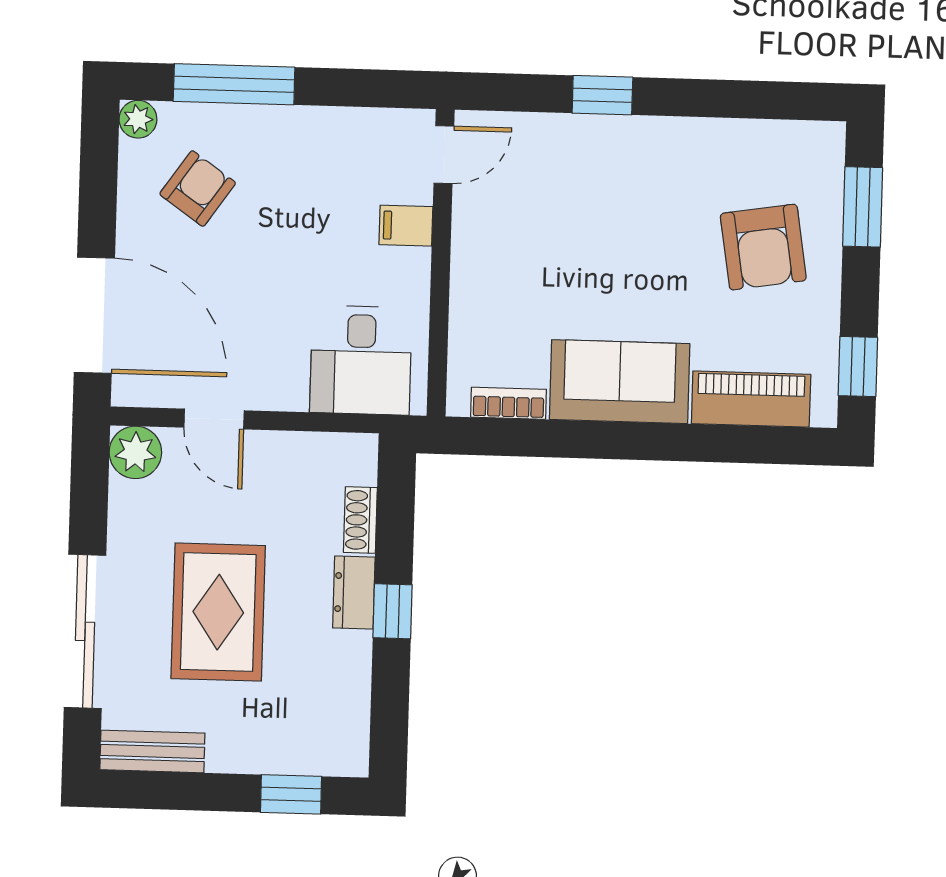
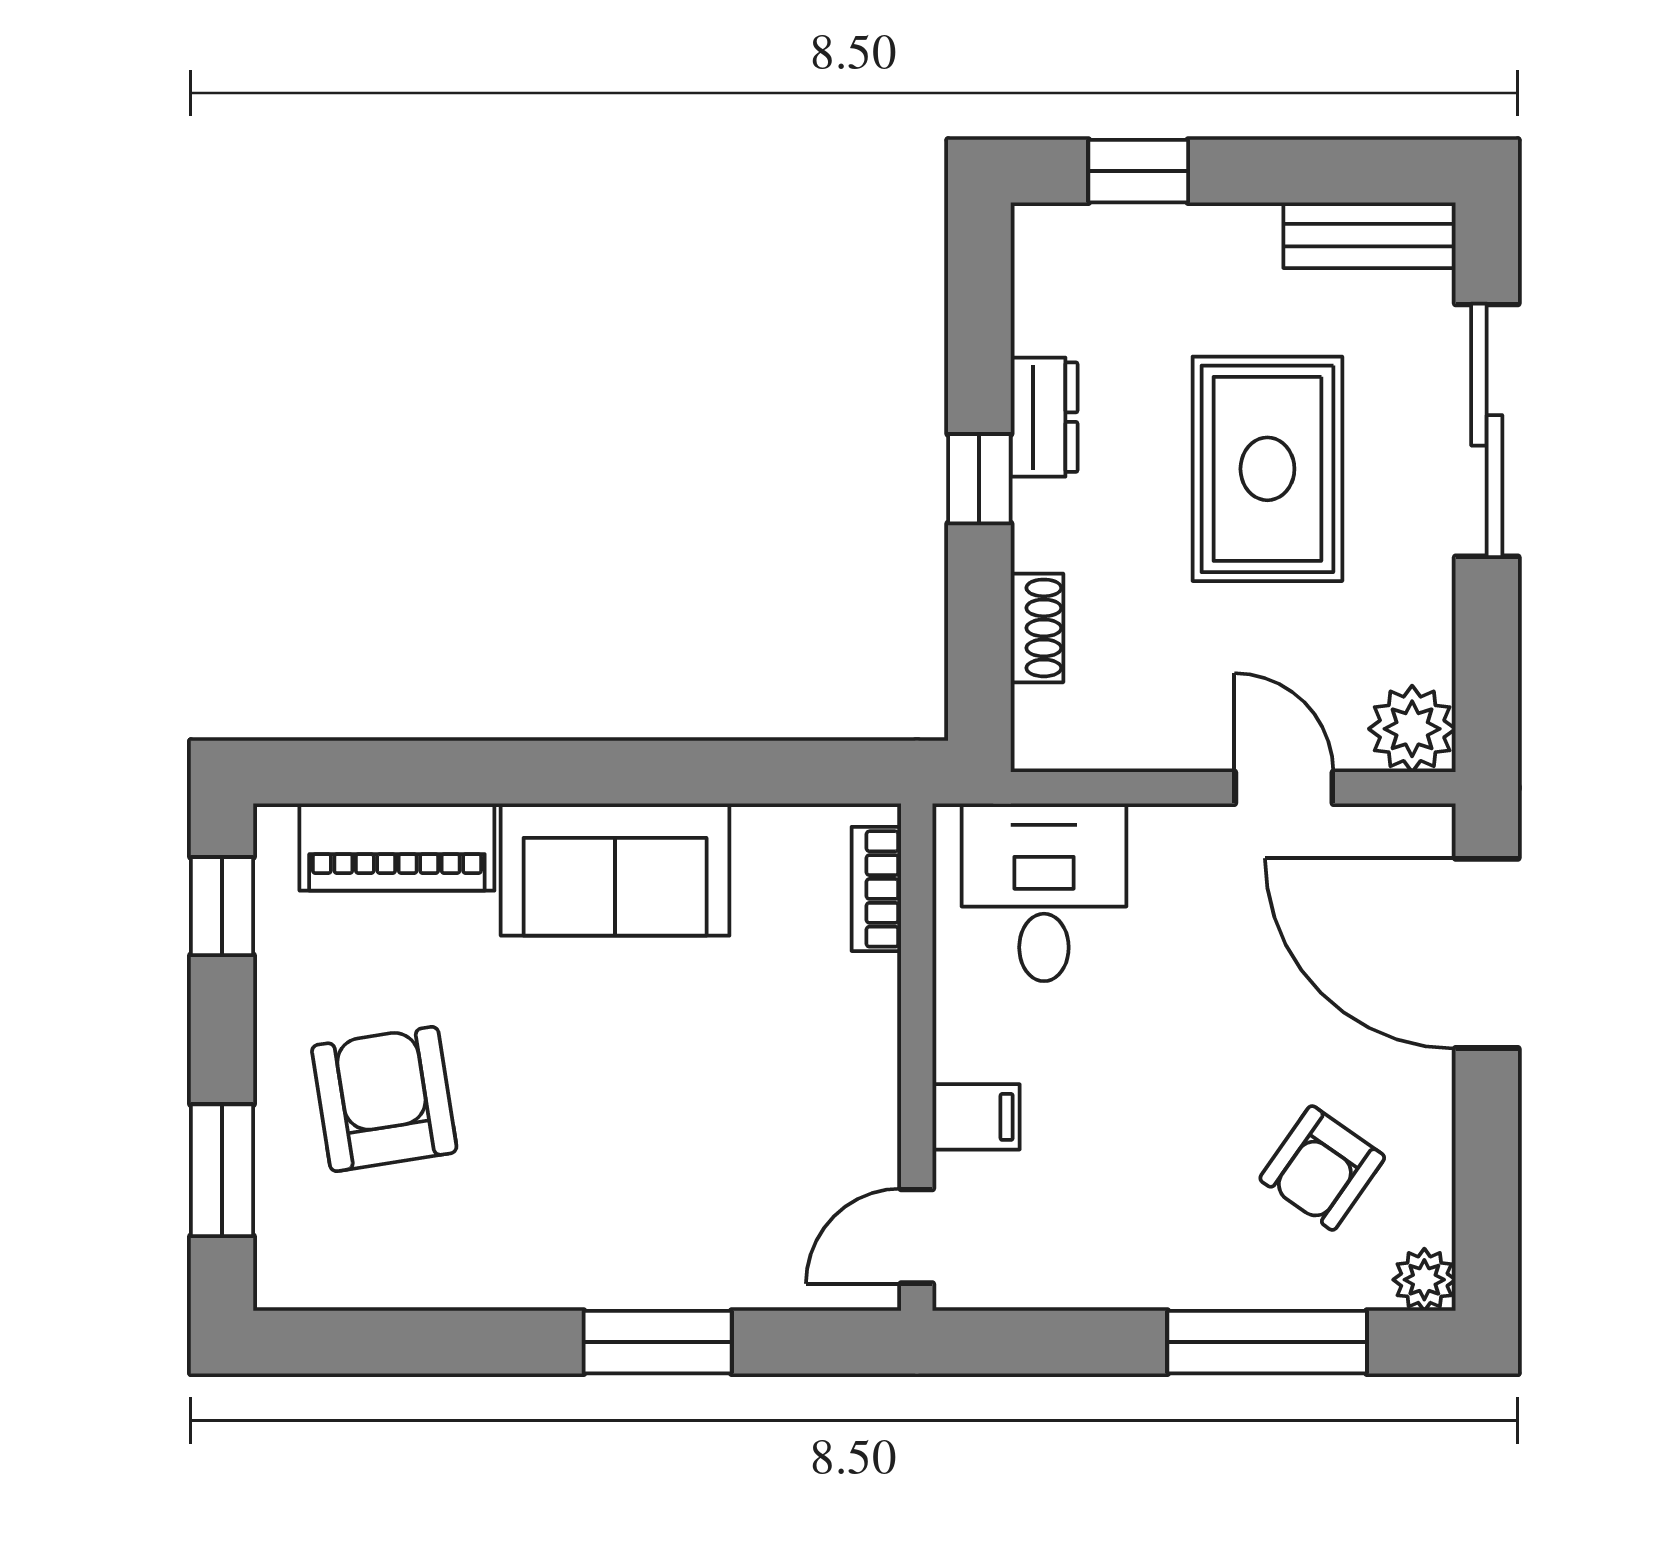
window: (602, 95) -> (658, 1342), width x1.50
bookcase: (509, 403) -> (876, 889), moved, turned 90
dresser: (354, 593) -> (1044, 417), moved

